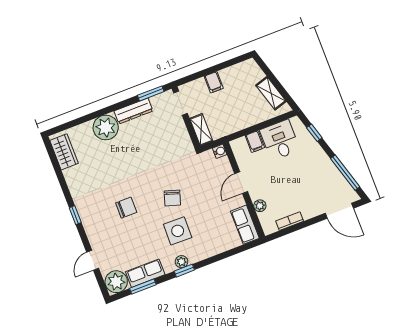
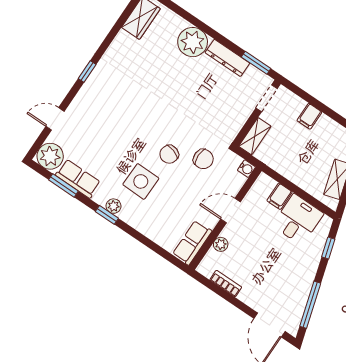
chair: (126, 208) -> (203, 159), moved

